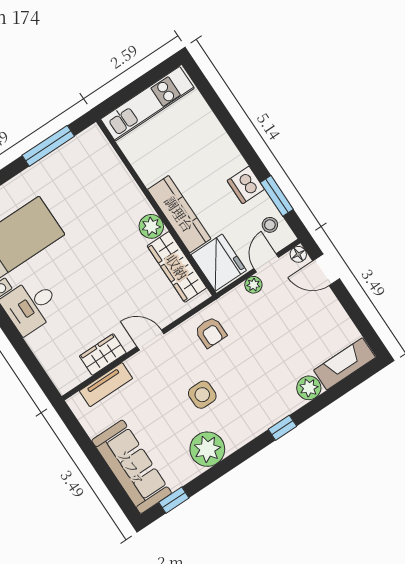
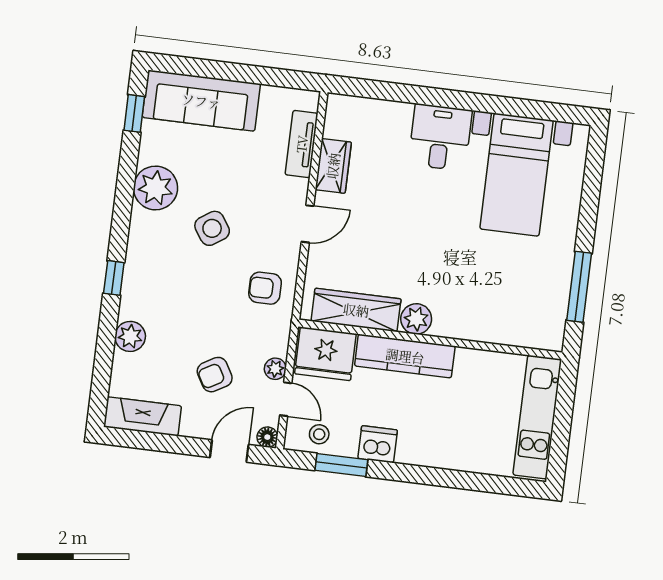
armchair: (288, 318) -> (215, 375), added
fireplace: (345, 364) -> (143, 416), moved, turned -90
side table: (202, 395) -> (212, 228), turned -34

